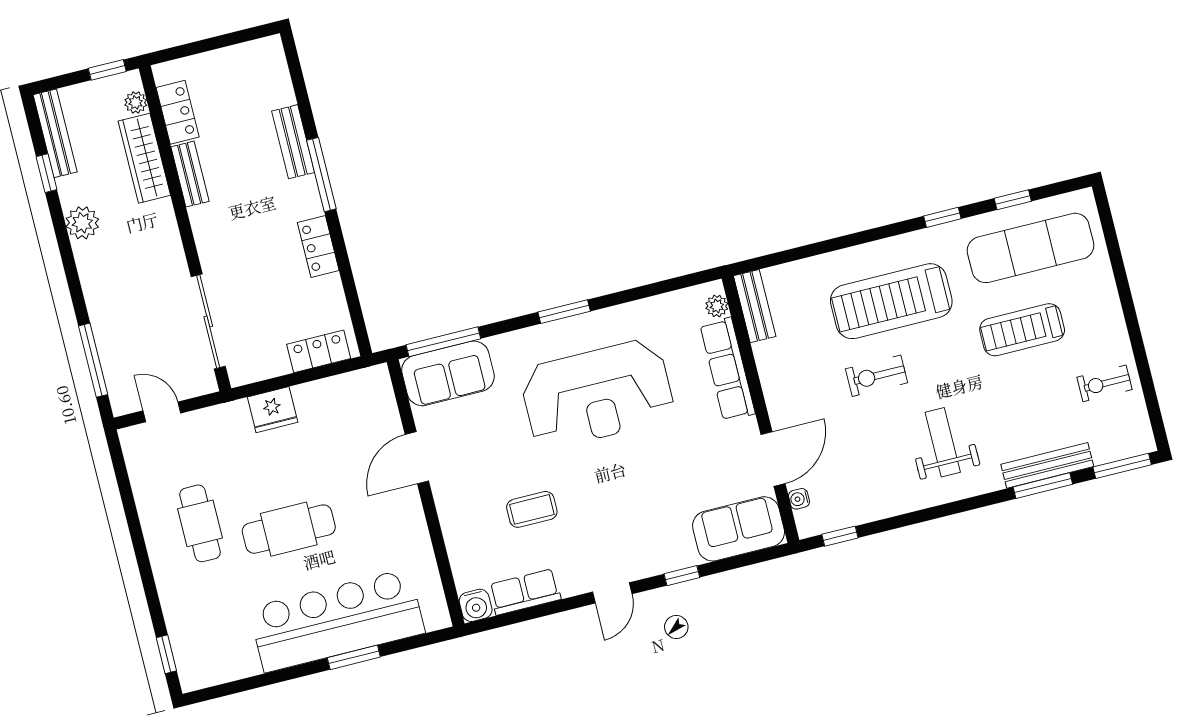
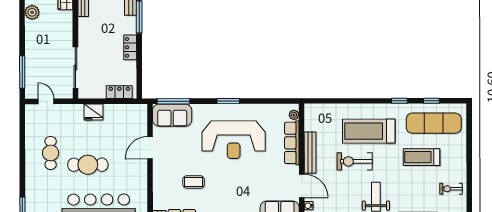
bench: (755, 306) -> (310, 153), moved, width x1.36
exercise bike: (877, 376) -> (355, 161), width x1.38, depth x1.39
door: (773, 459) -> (302, 186), hinge flipped

